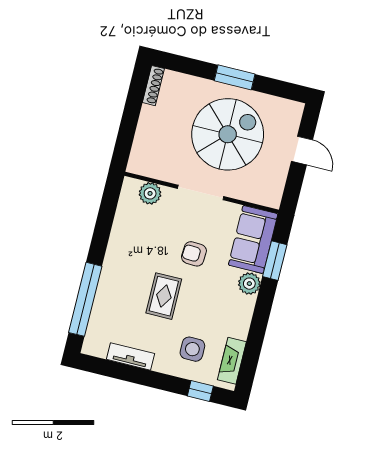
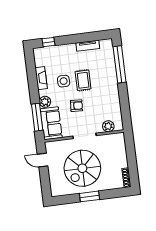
door: (302, 150) -> (43, 160), moved
window: (275, 261) -> (37, 117), width x1.44
side table: (192, 349) -> (64, 81), moved
fireplace: (232, 361) -> (41, 78), moved

